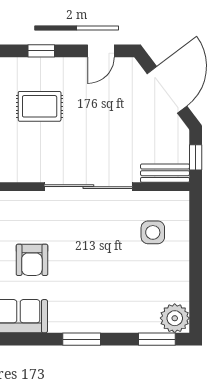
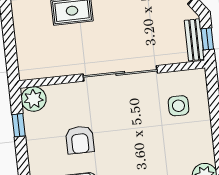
bench: (165, 173) -> (194, 40), moved, turned 90

